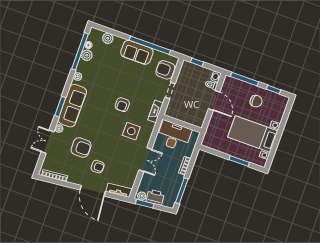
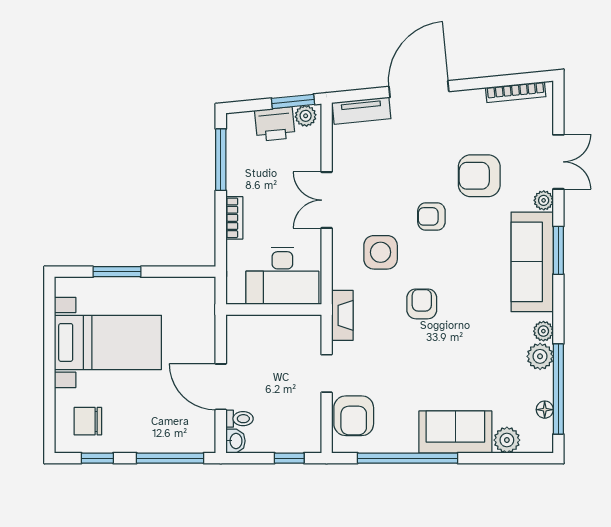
sofa: (137, 52) -> (455, 432), moved
plant: (87, 55) -> (540, 356), moved
armchair: (165, 70) -> (354, 416), turned 90
chair: (256, 101) -> (88, 421), moved
armchair: (98, 167) -> (431, 216), moved
door: (93, 191) -> (419, 89), hinge flipped

